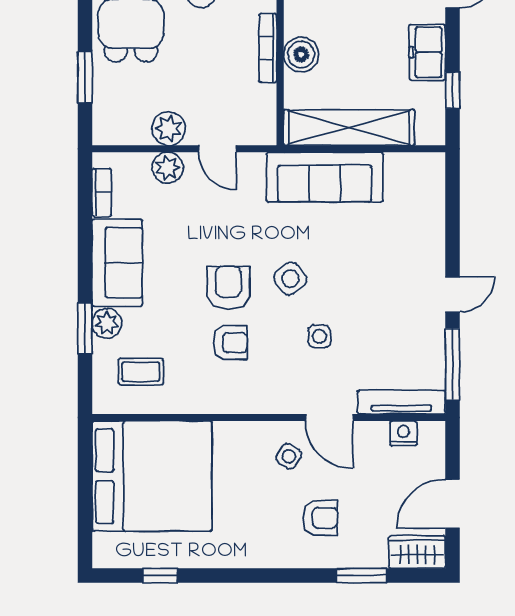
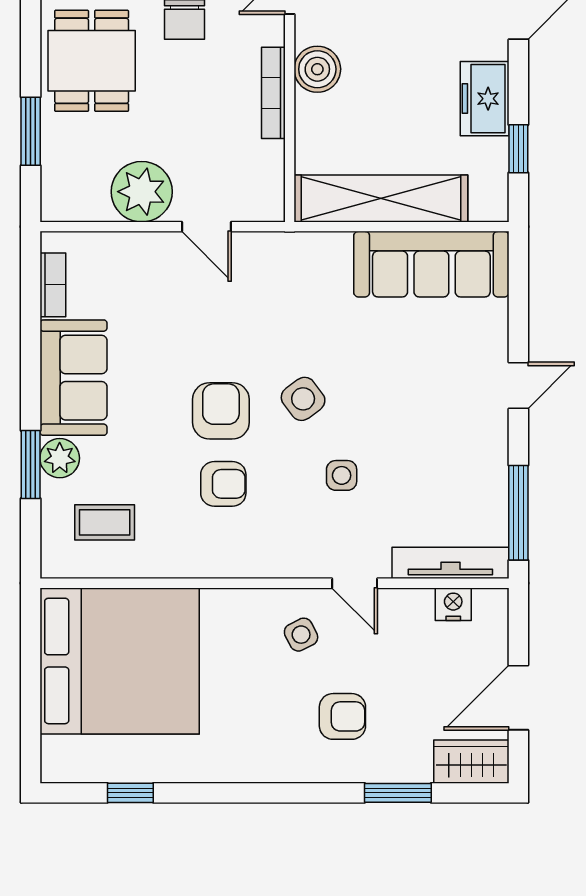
boiler: (301, 54) -> (317, 69), moved
plant: (169, 129) -> (142, 192), width x1.36, depth x1.36
plant: (168, 168) -> (140, 252), removed
sofa: (325, 177) -> (431, 264), moved
door: (453, 294) -> (518, 385), moved
door: (329, 418) -> (355, 583), width x0.73
side table: (289, 456) -> (301, 635), turned 30

